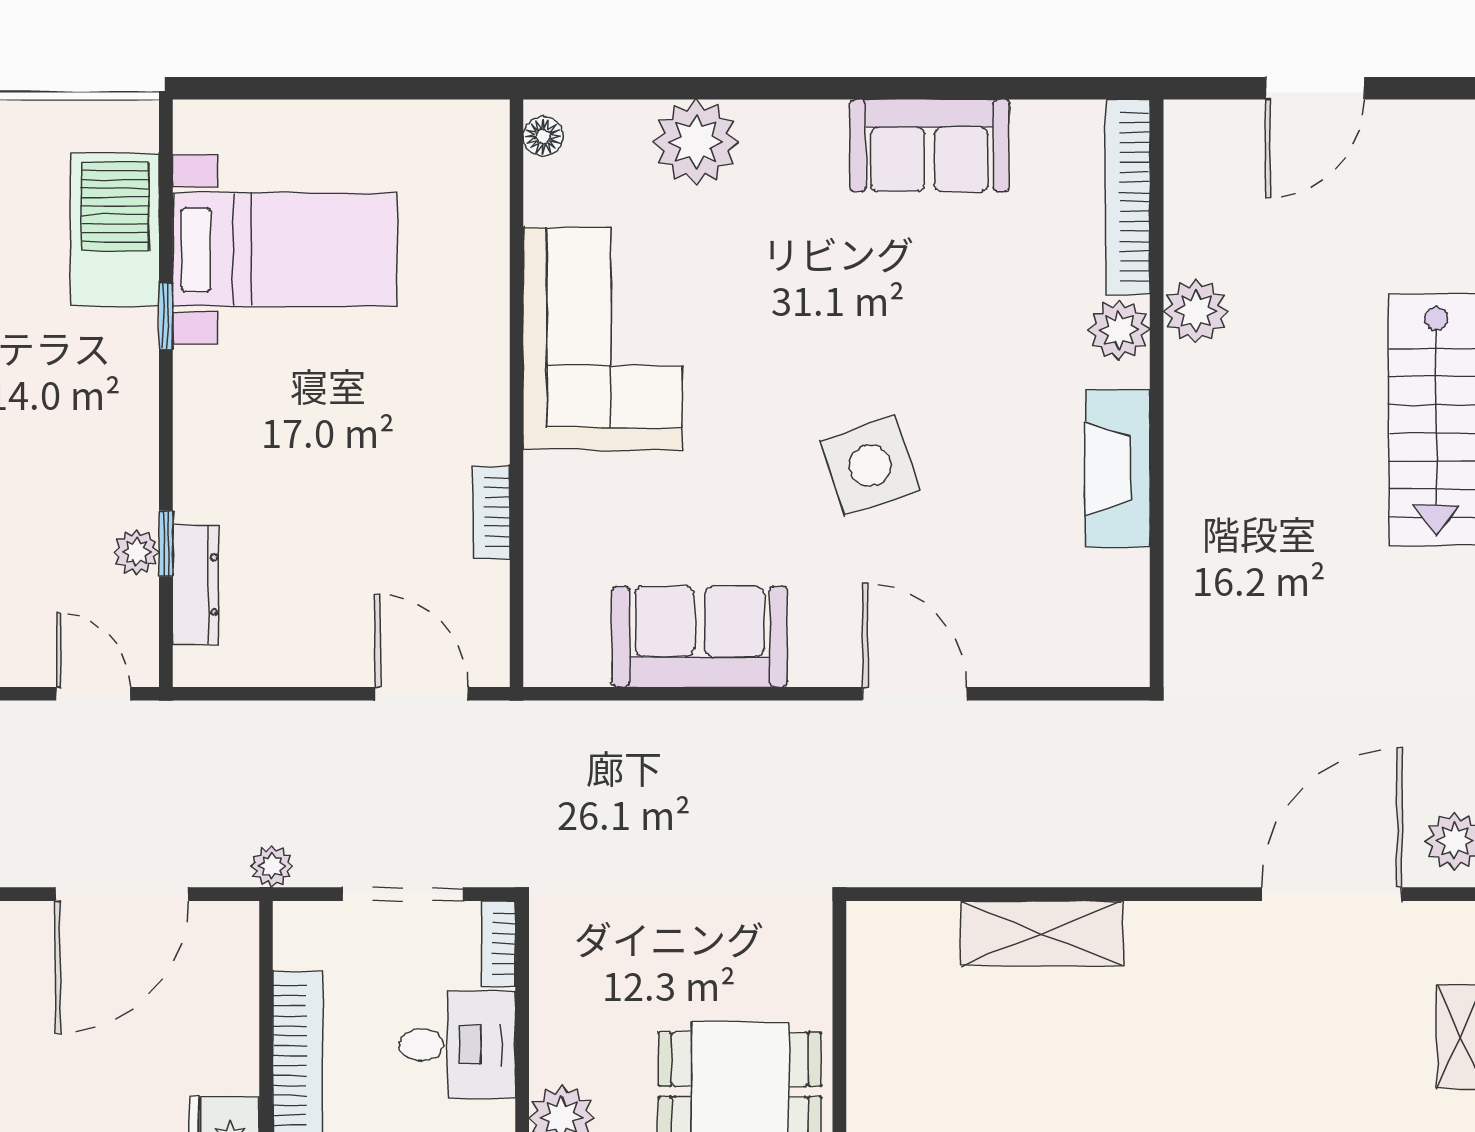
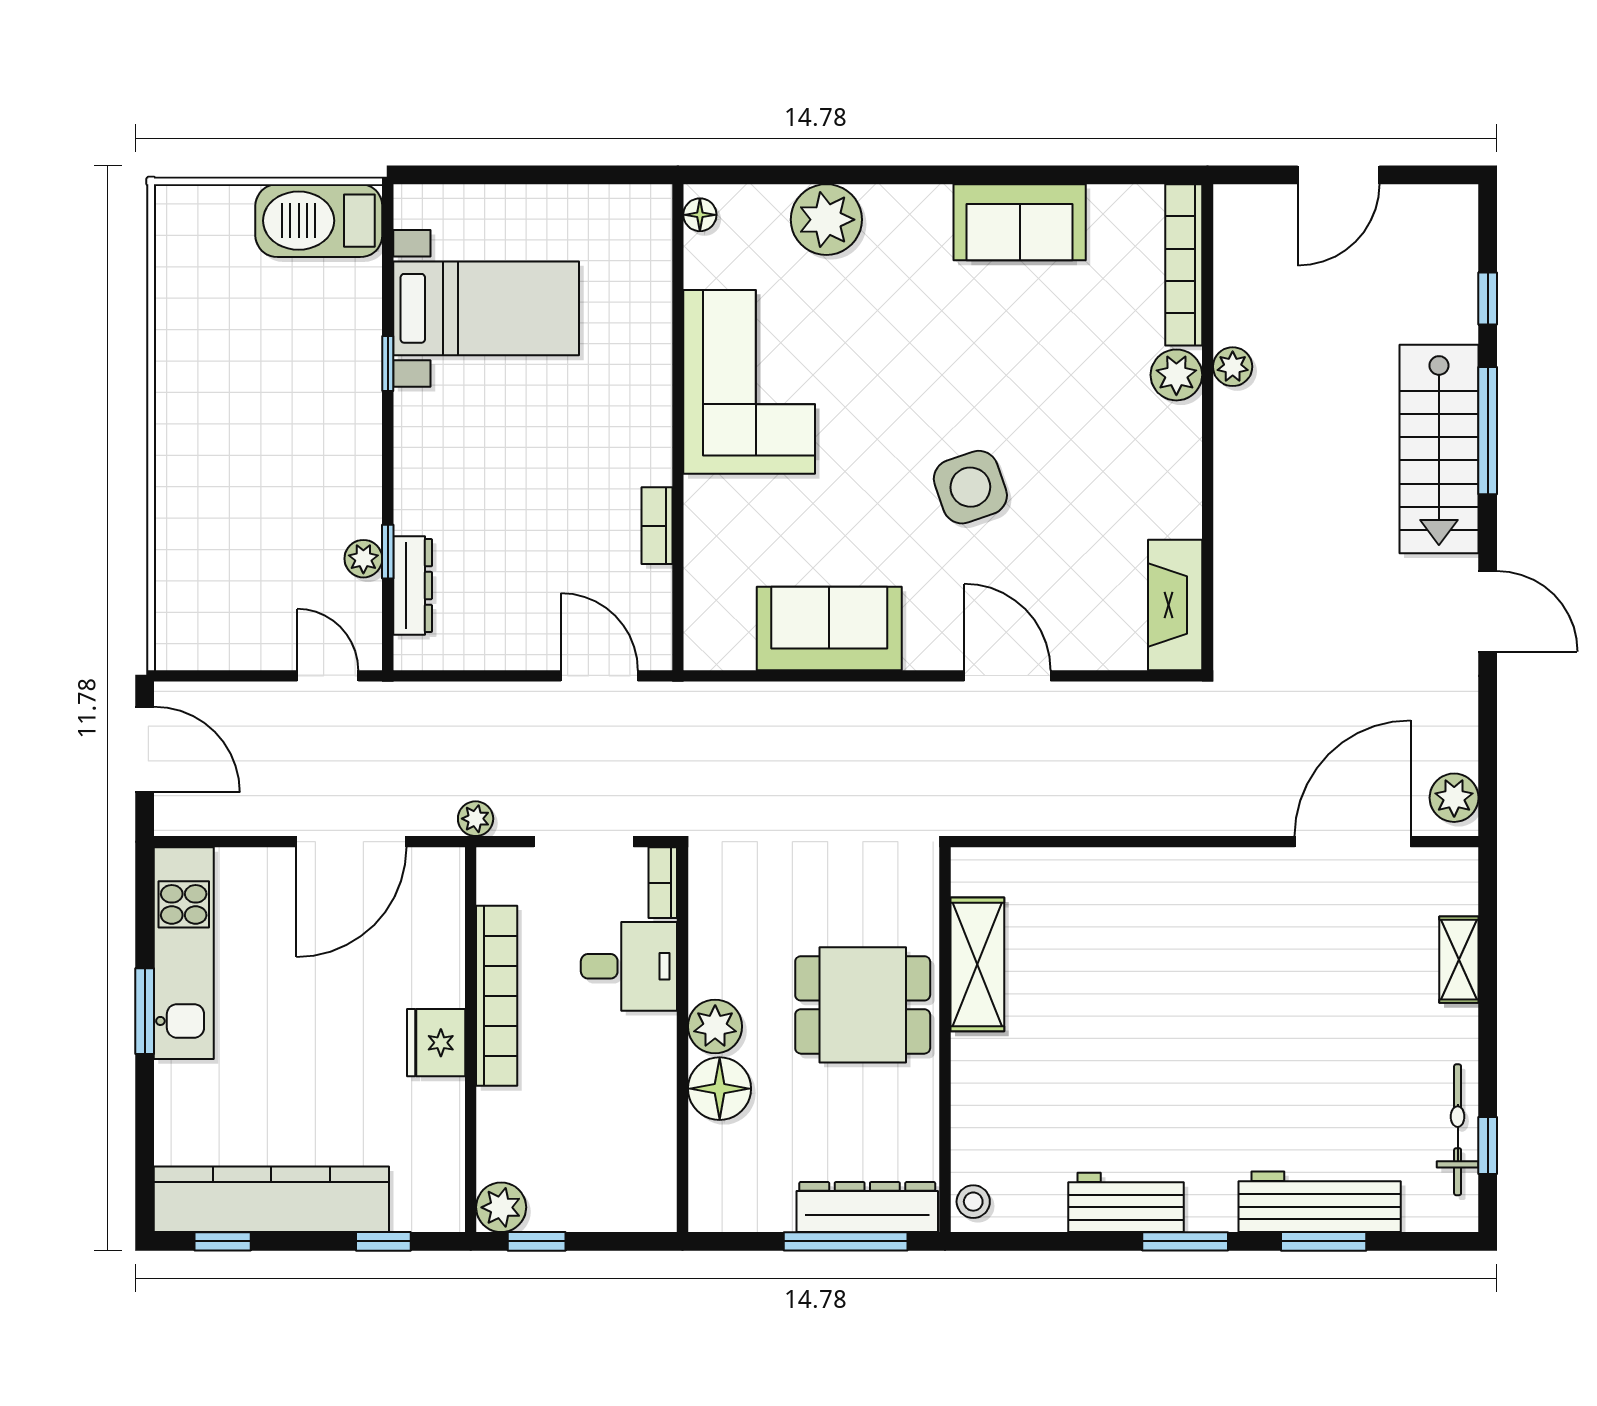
barbecue: (115, 229) -> (319, 221), moved, turned -90
plant: (1196, 311) -> (1233, 367), width x0.73, depth x0.73
fireplace: (1117, 468) -> (1175, 605), moved
shelving: (1042, 933) -> (977, 964), moved, turned 90

